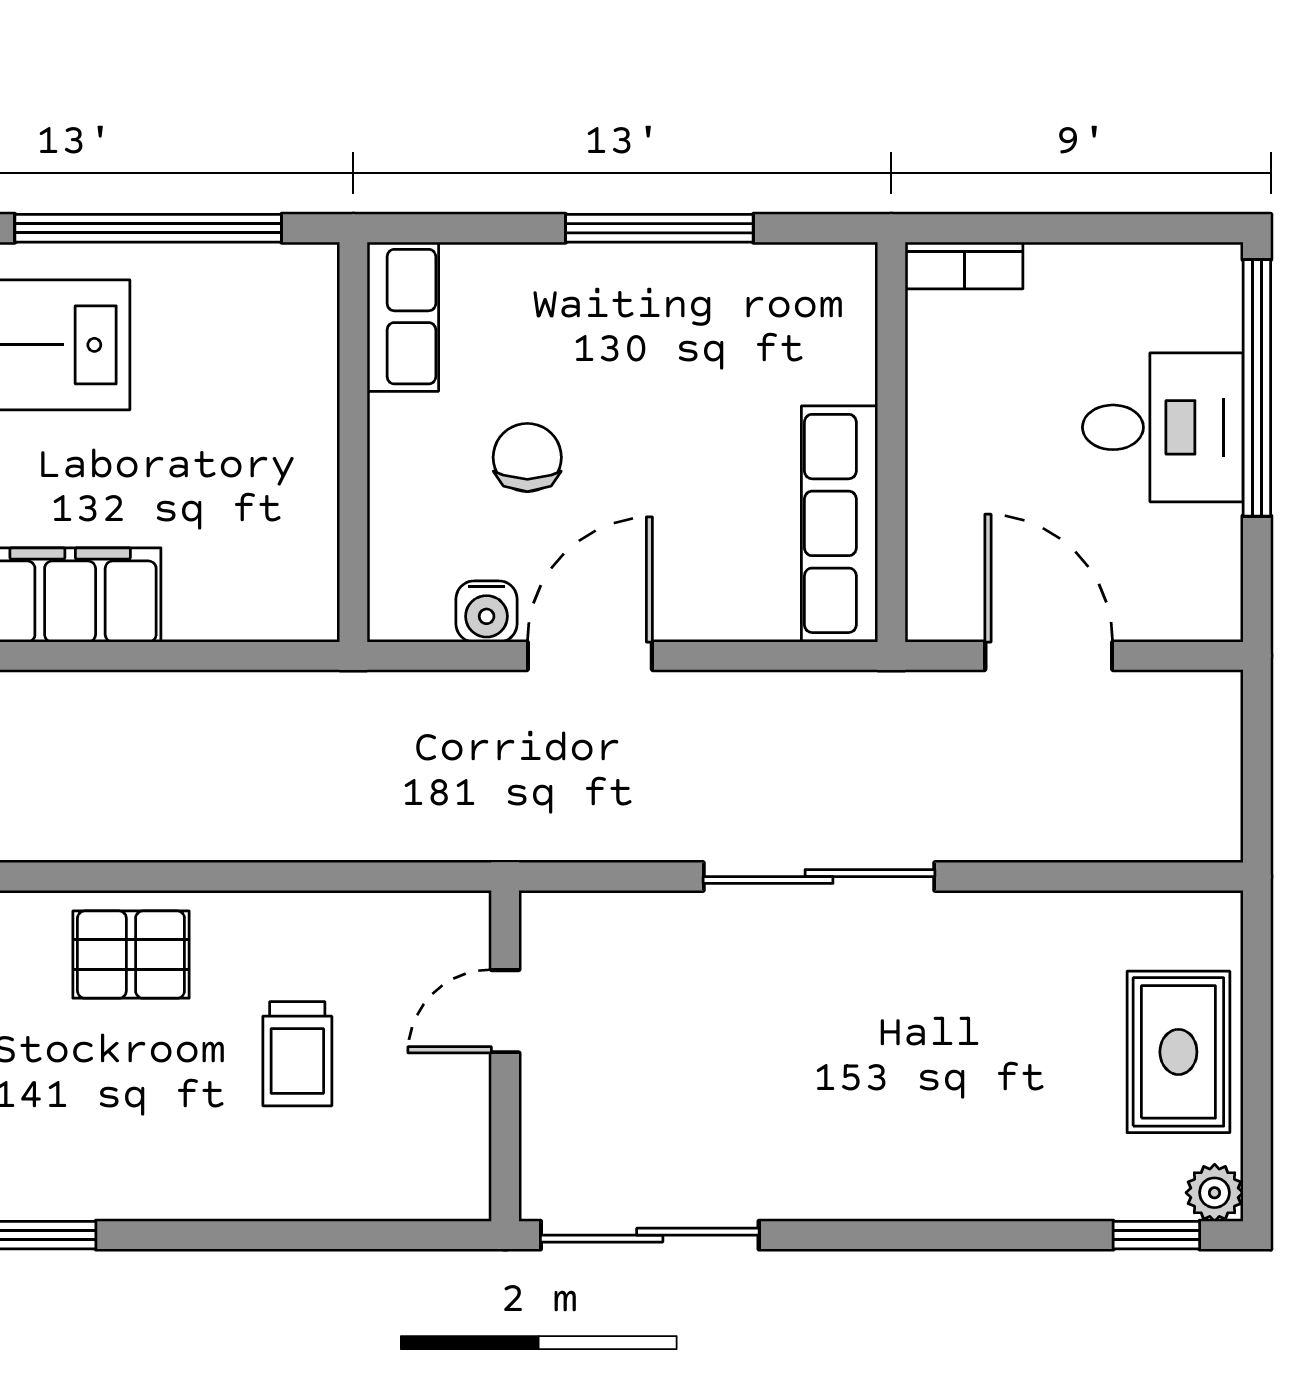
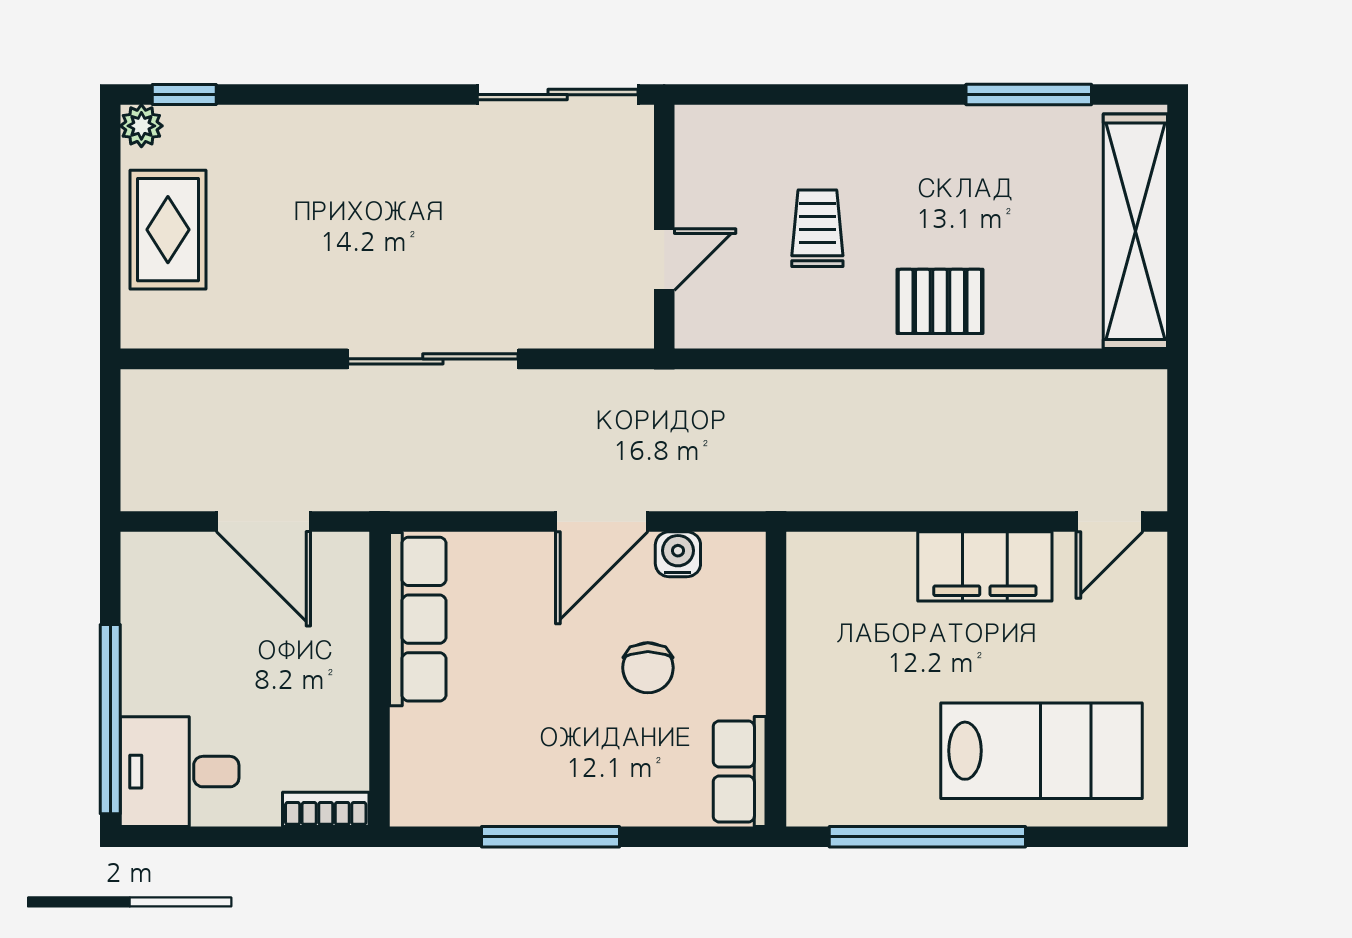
desk: (1163, 427) -> (180, 772), moved

